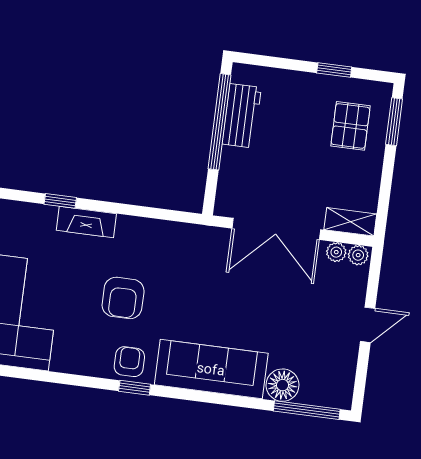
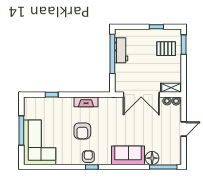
pallet: (350, 126) -> (166, 49), turned 90
fireplace: (86, 222) -> (86, 102), moved
sofa: (211, 369) -> (128, 155), width x0.73

